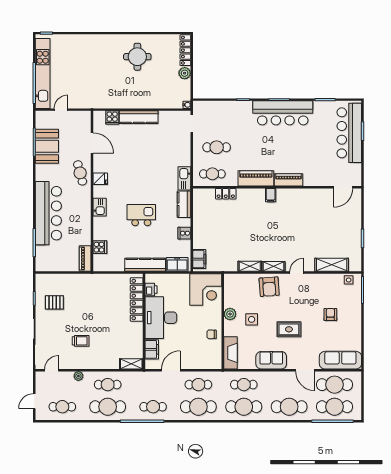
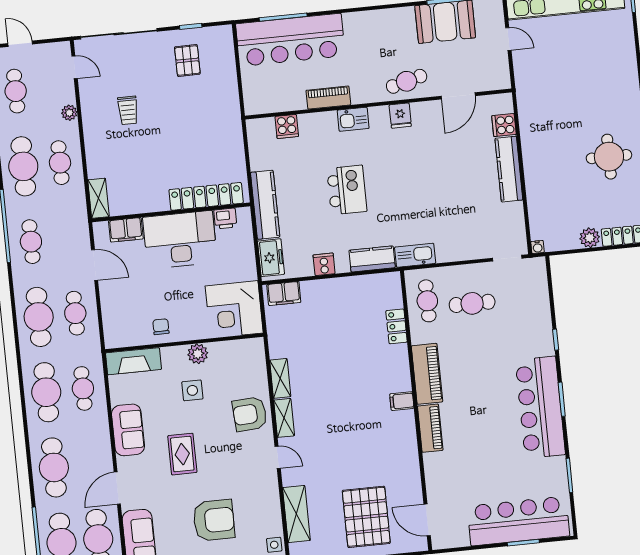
cafe table: (217, 147) -> (472, 303), turned 90
bar counter: (48, 213) -> (290, 40), moved
pallet: (338, 223) -> (366, 517), added
piano: (85, 259) -> (328, 98), moved
armchair: (330, 314) -> (214, 520), width x1.88, depth x1.88

